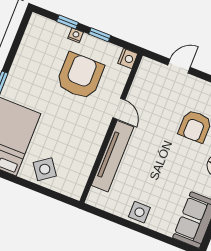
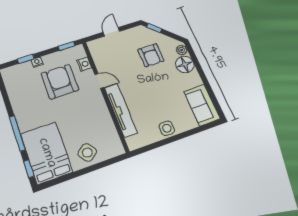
window: (100, 35) -> (66, 46), moved
nightstand: (128, 58) -> (84, 64), moved

